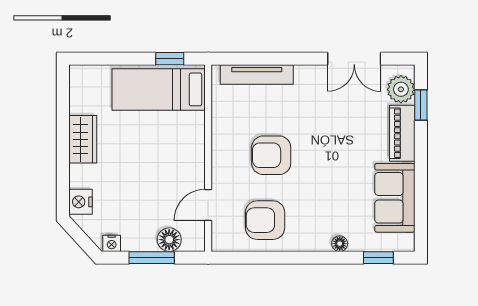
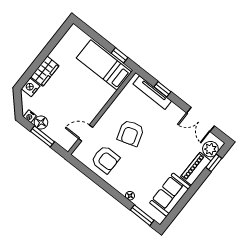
window: (268, 59) -> (163, 89), added
wardrobe: (83, 139) -> (45, 71), moved
armchair: (271, 155) -> (131, 133), turned -108
armchair: (265, 220) -> (105, 159), turned 180
floor lamp: (169, 240) -> (41, 123), moved
window: (378, 258) -> (142, 215), width x1.50

